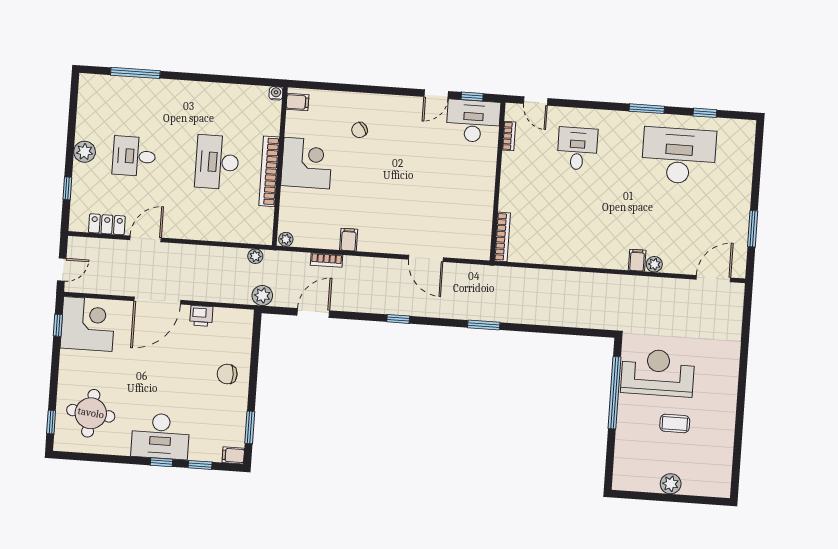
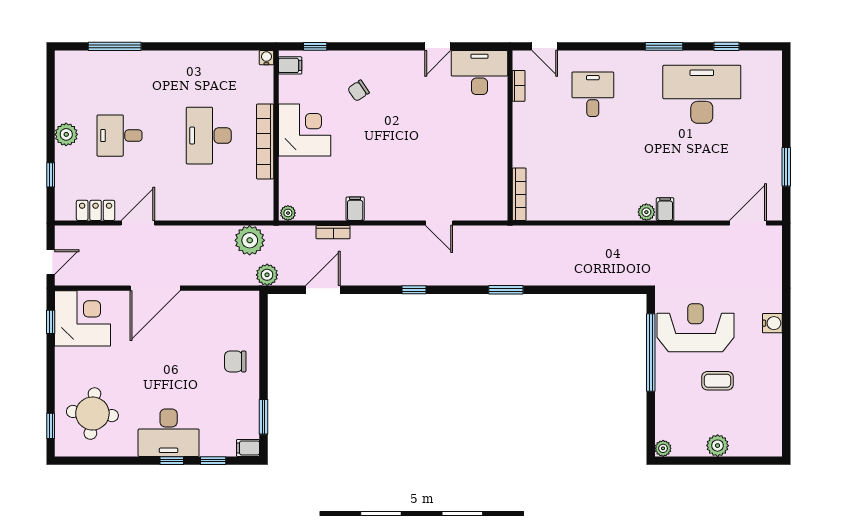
window: (472, 97) -> (315, 46), moved
plant: (255, 256) -> (250, 240), width x1.88, depth x1.88
door: (426, 258) -> (439, 223), width x0.73
plant: (654, 264) -> (646, 212), moved
printer: (201, 316) -> (203, 301), removed
water cooler: (730, 373) -> (772, 323), added
plant: (620, 483) -> (663, 448), added

